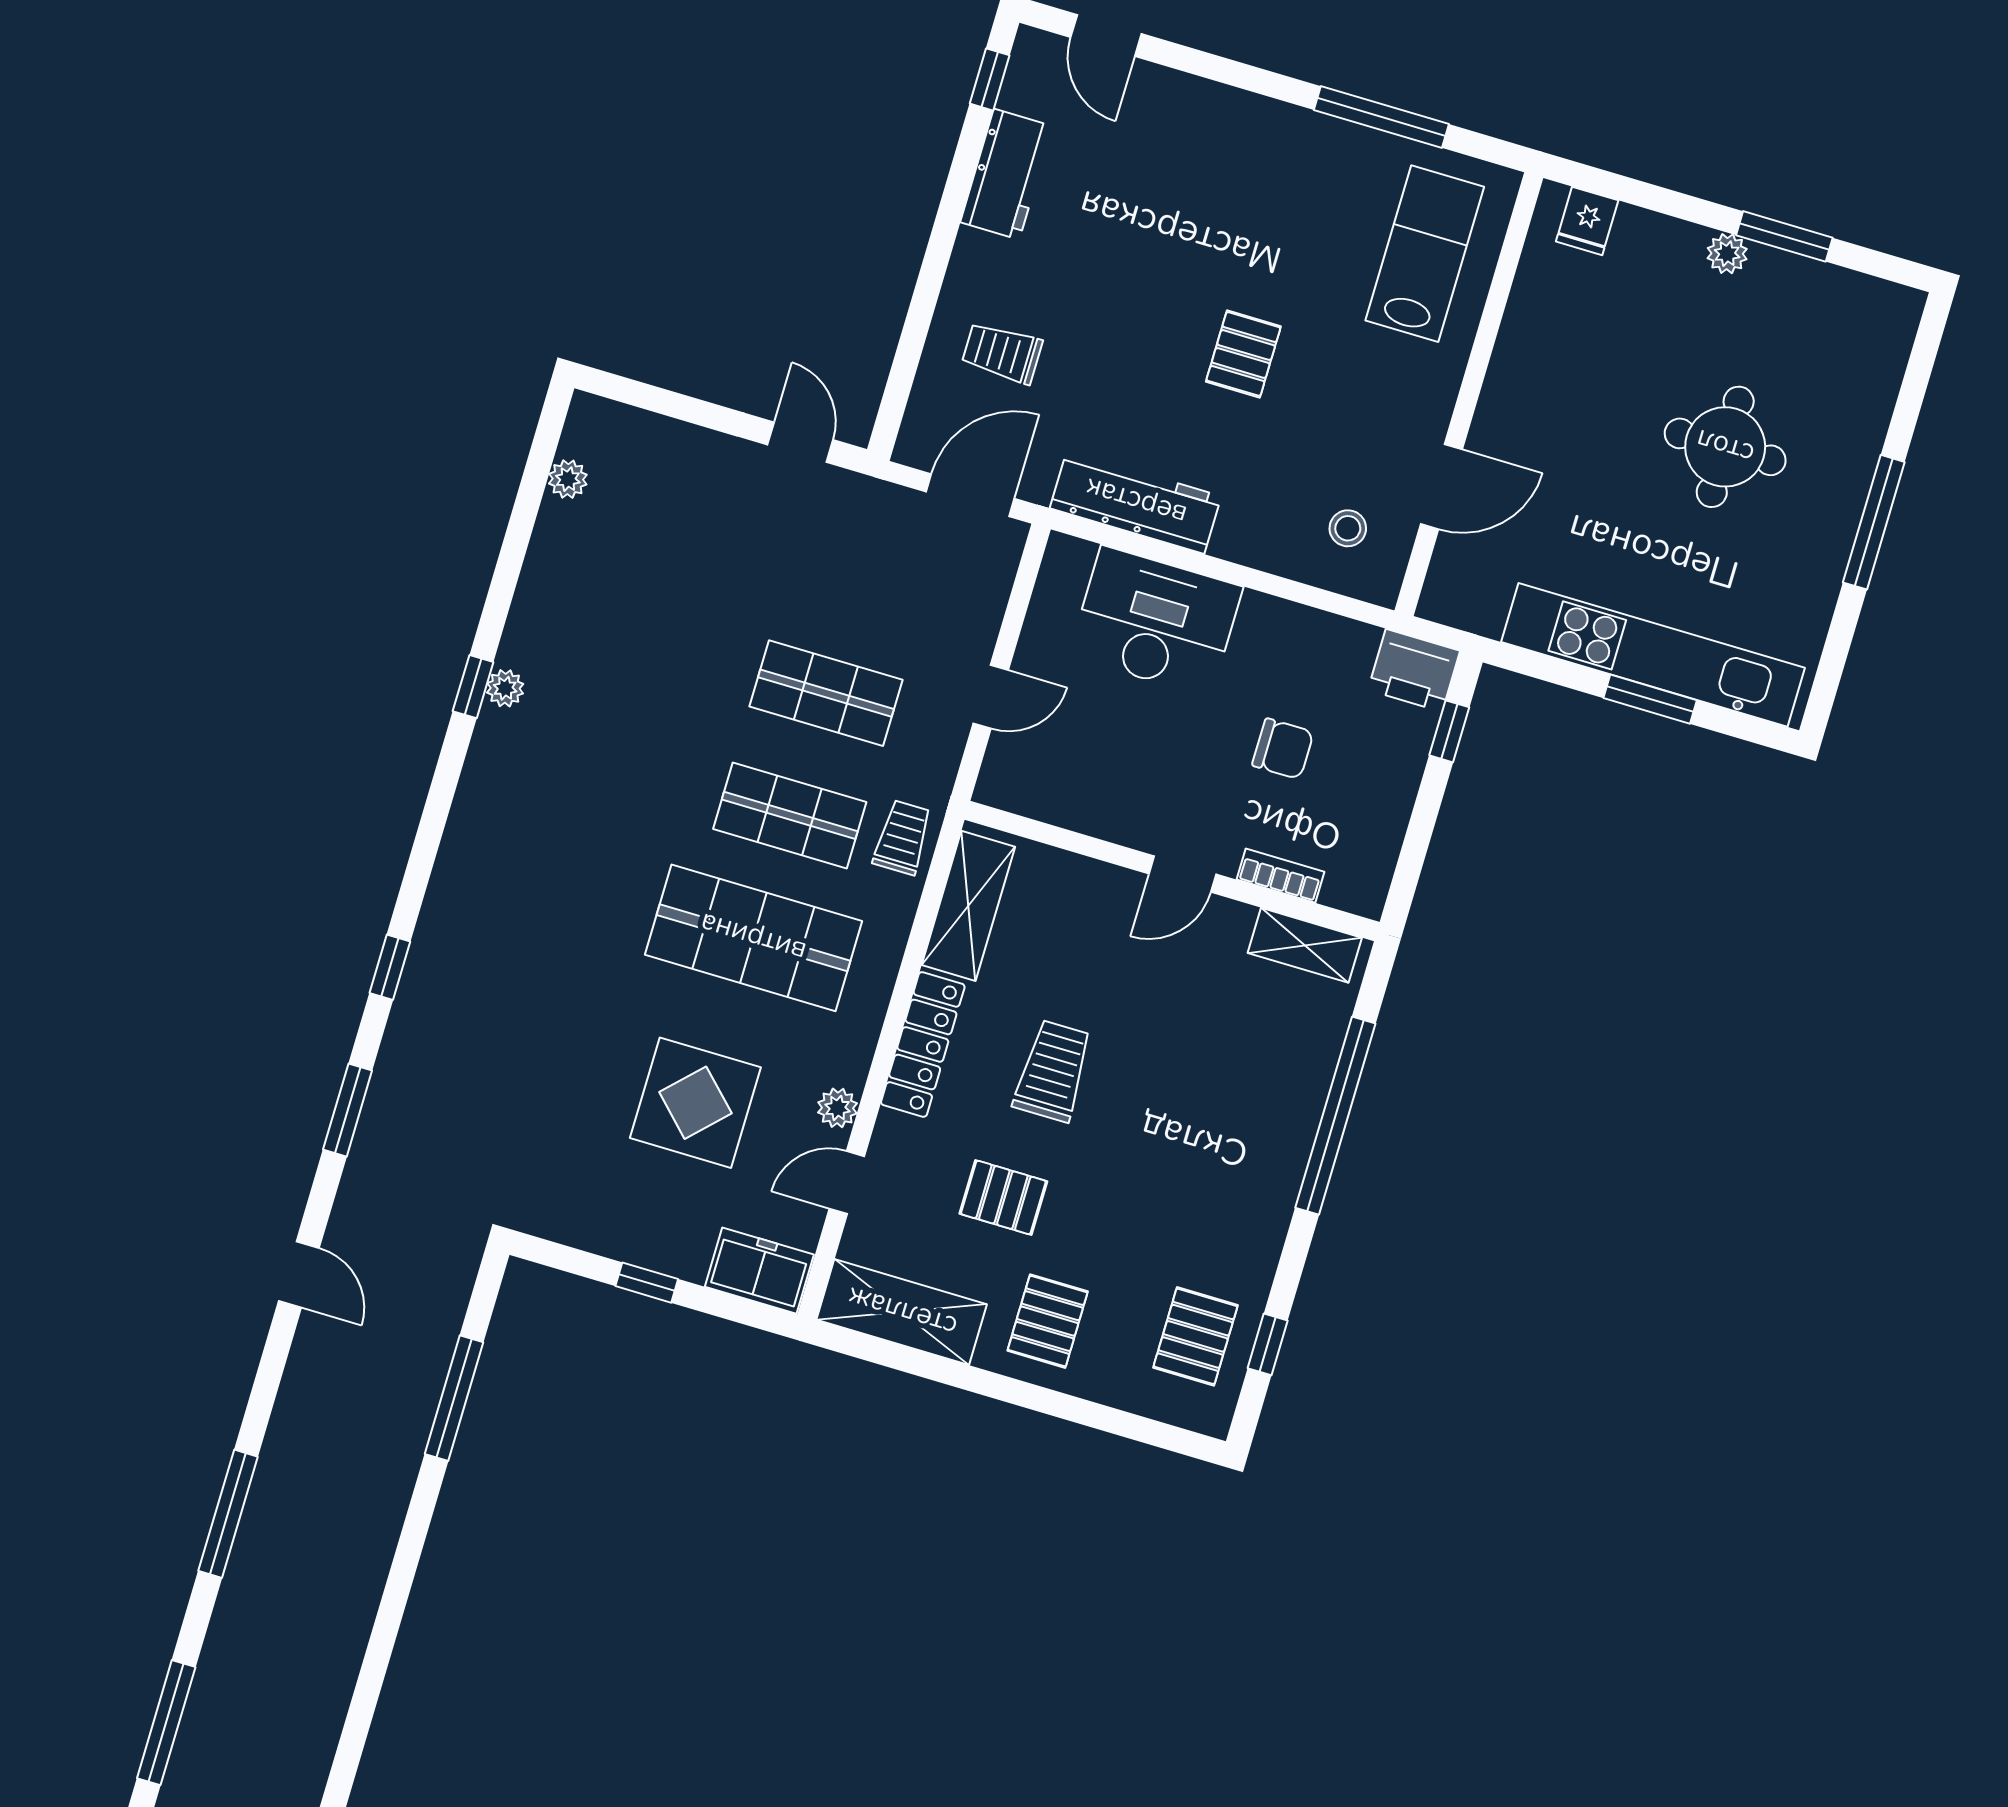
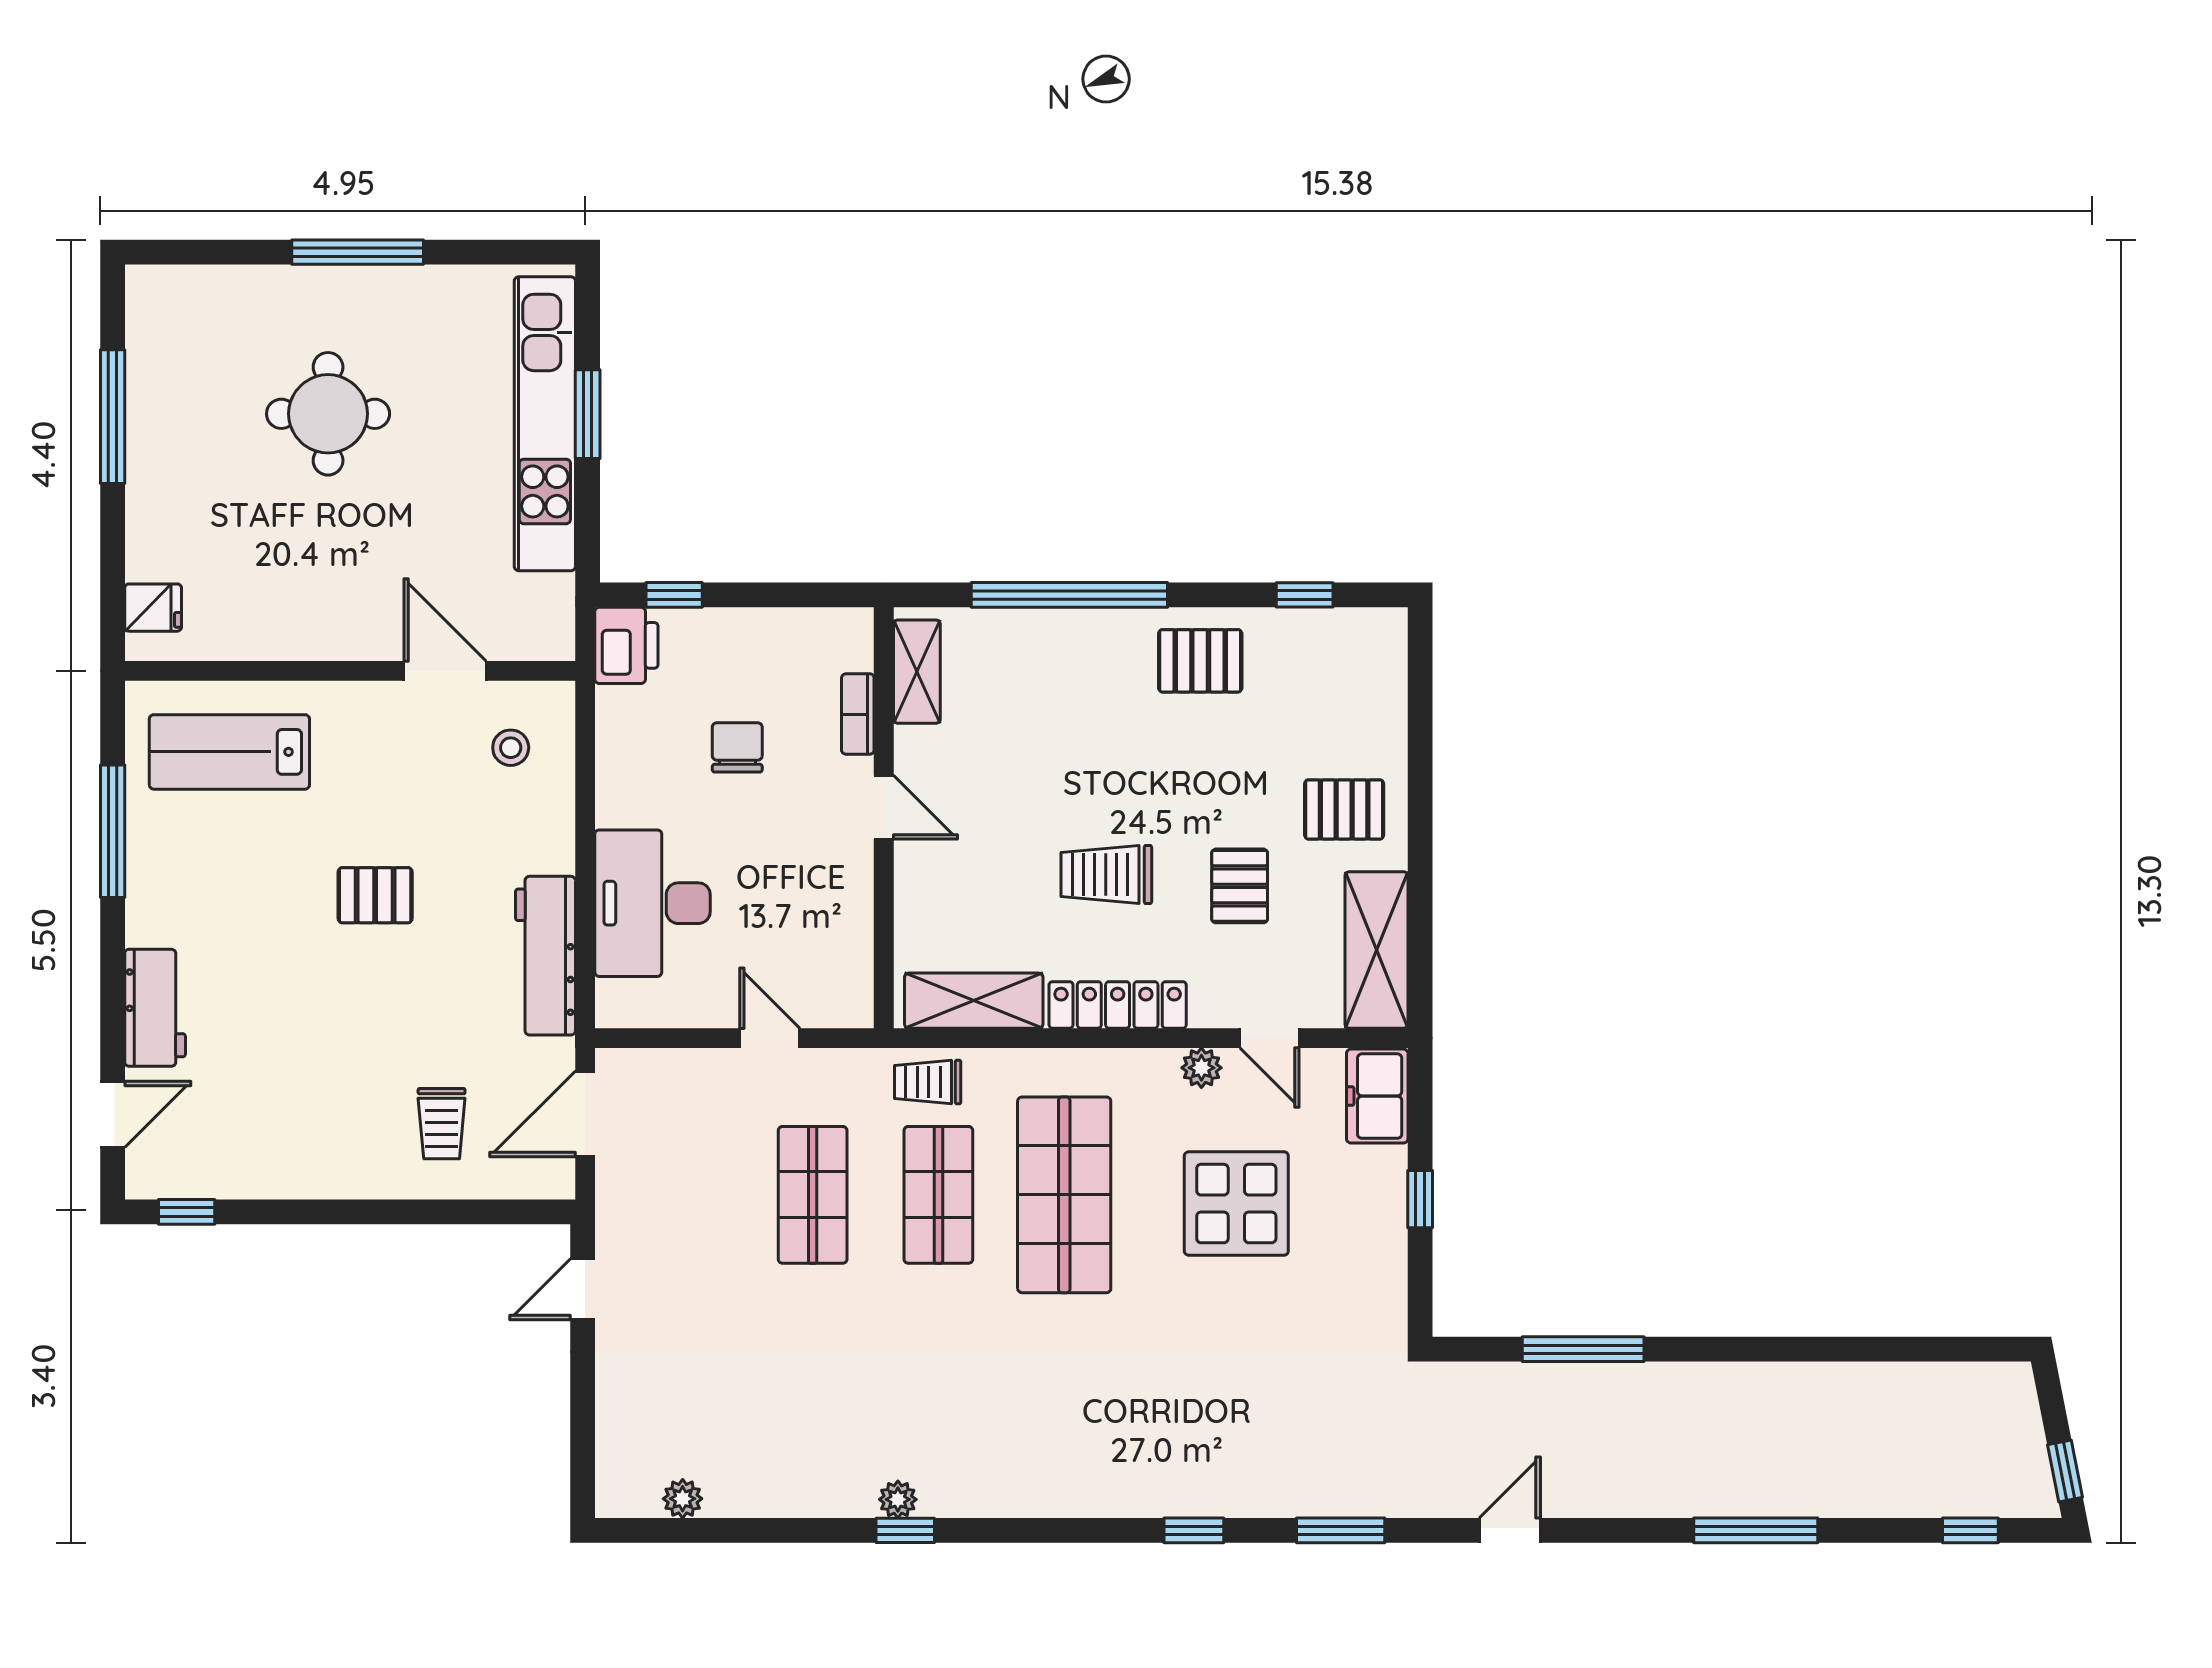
workbench: (1007, 174) -> (155, 1008), moved, turned 90
window: (1784, 236) -> (113, 417), width x1.44
plant: (1727, 254) -> (145, 466), removed
door: (970, 495) -> (585, 1114), hinge flipped
pallet: (1196, 1336) -> (1200, 661), moved
window: (166, 1723) -> (1970, 1530), width x0.46

